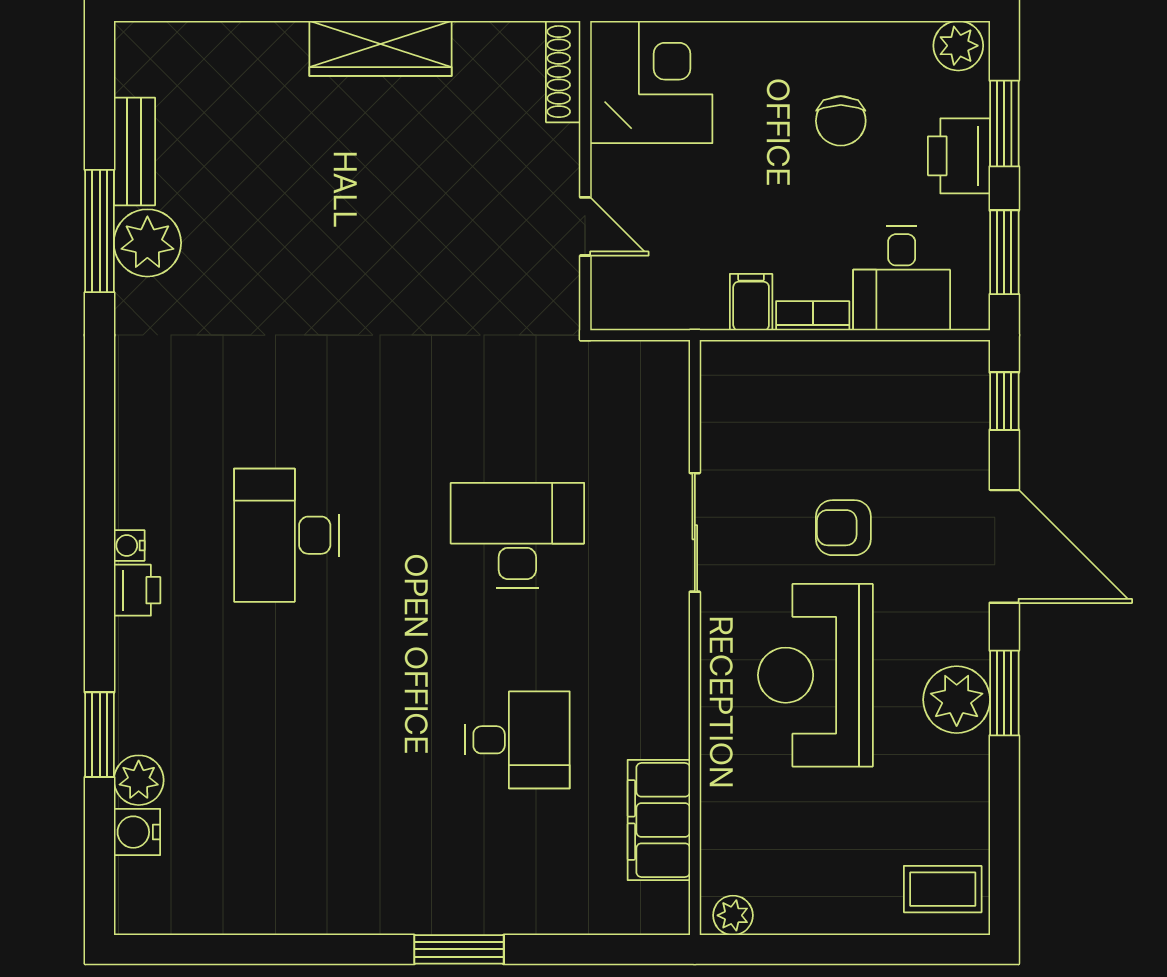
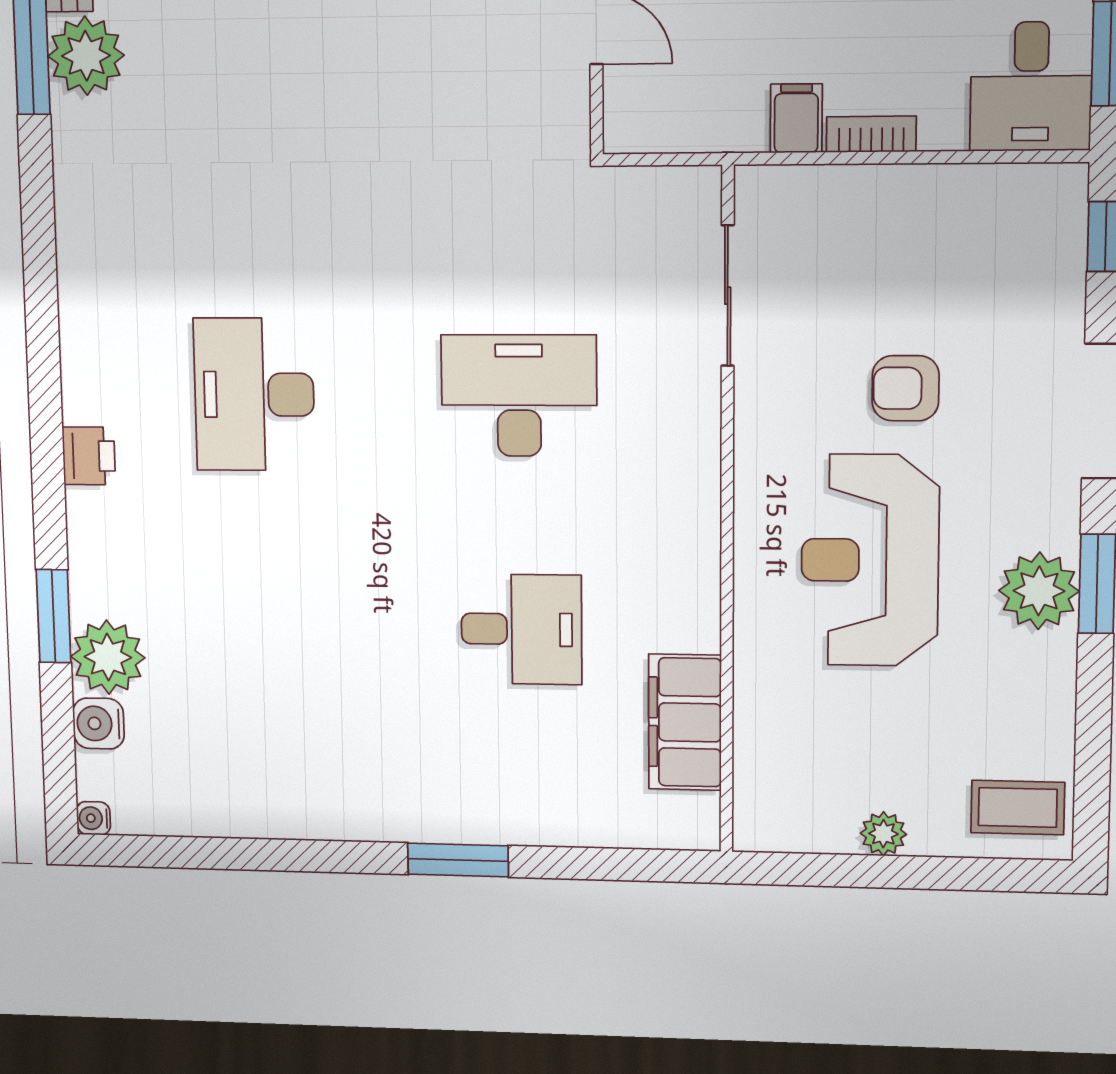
desk: (902, 278) -> (1031, 86), moved
sliding door: (695, 532) -> (728, 296), moved
water cooler: (129, 545) -> (93, 818), moved
plant: (139, 780) -> (108, 657), width x1.36, depth x1.36
plant: (733, 915) -> (883, 834), moved

